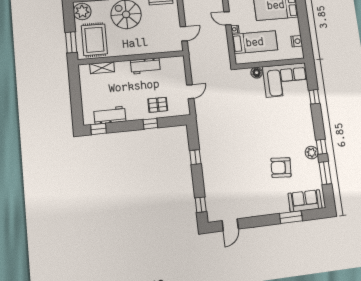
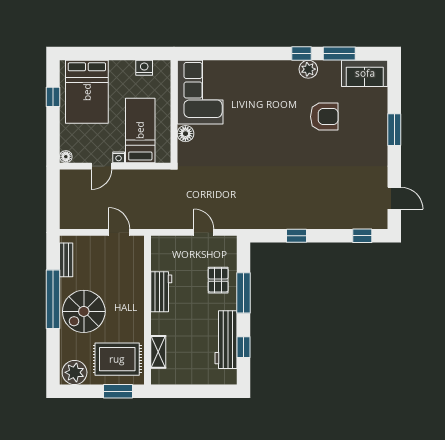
window: (314, 97) -> (229, 53), removed
workbench: (110, 115) -> (226, 340), width x1.38
window: (150, 124) -> (244, 293), width x2.17
window: (99, 129) -> (244, 347), moved
armchair: (281, 168) -> (324, 117), turned -94
sofa: (305, 201) -> (365, 73), moved, turned -90
window: (291, 217) -> (394, 130), moved

